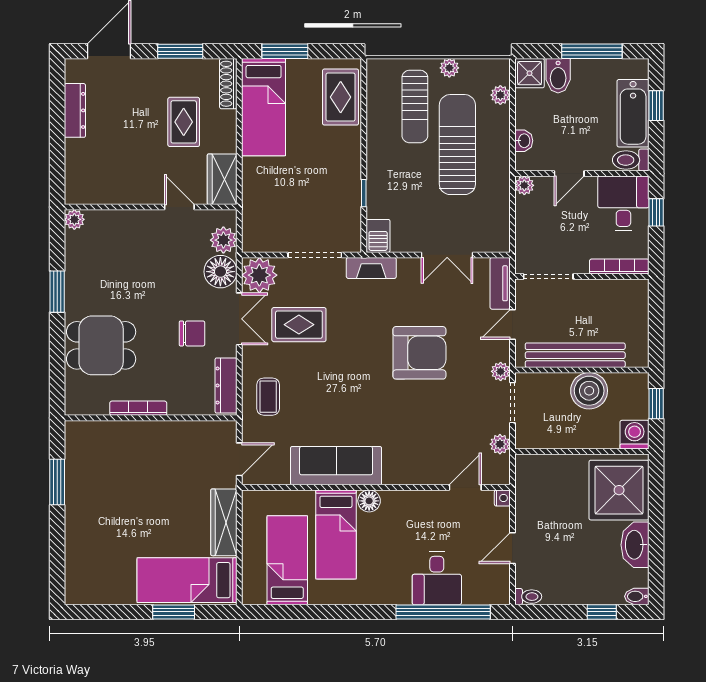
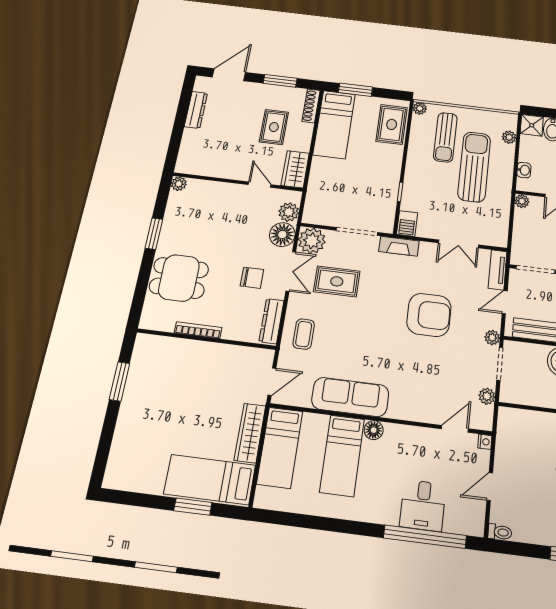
plant: (449, 68) -> (420, 108), moved
bed: (287, 560) -> (280, 447), moved, turned 180

